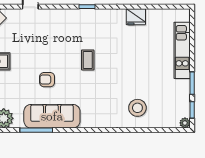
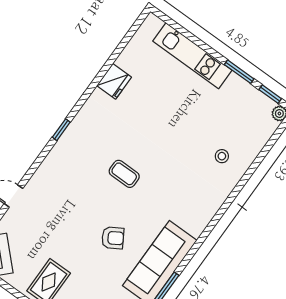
armchair: (47, 80) -> (113, 238), turned -121
stool: (137, 108) -> (222, 156), width x0.53, depth x0.53

